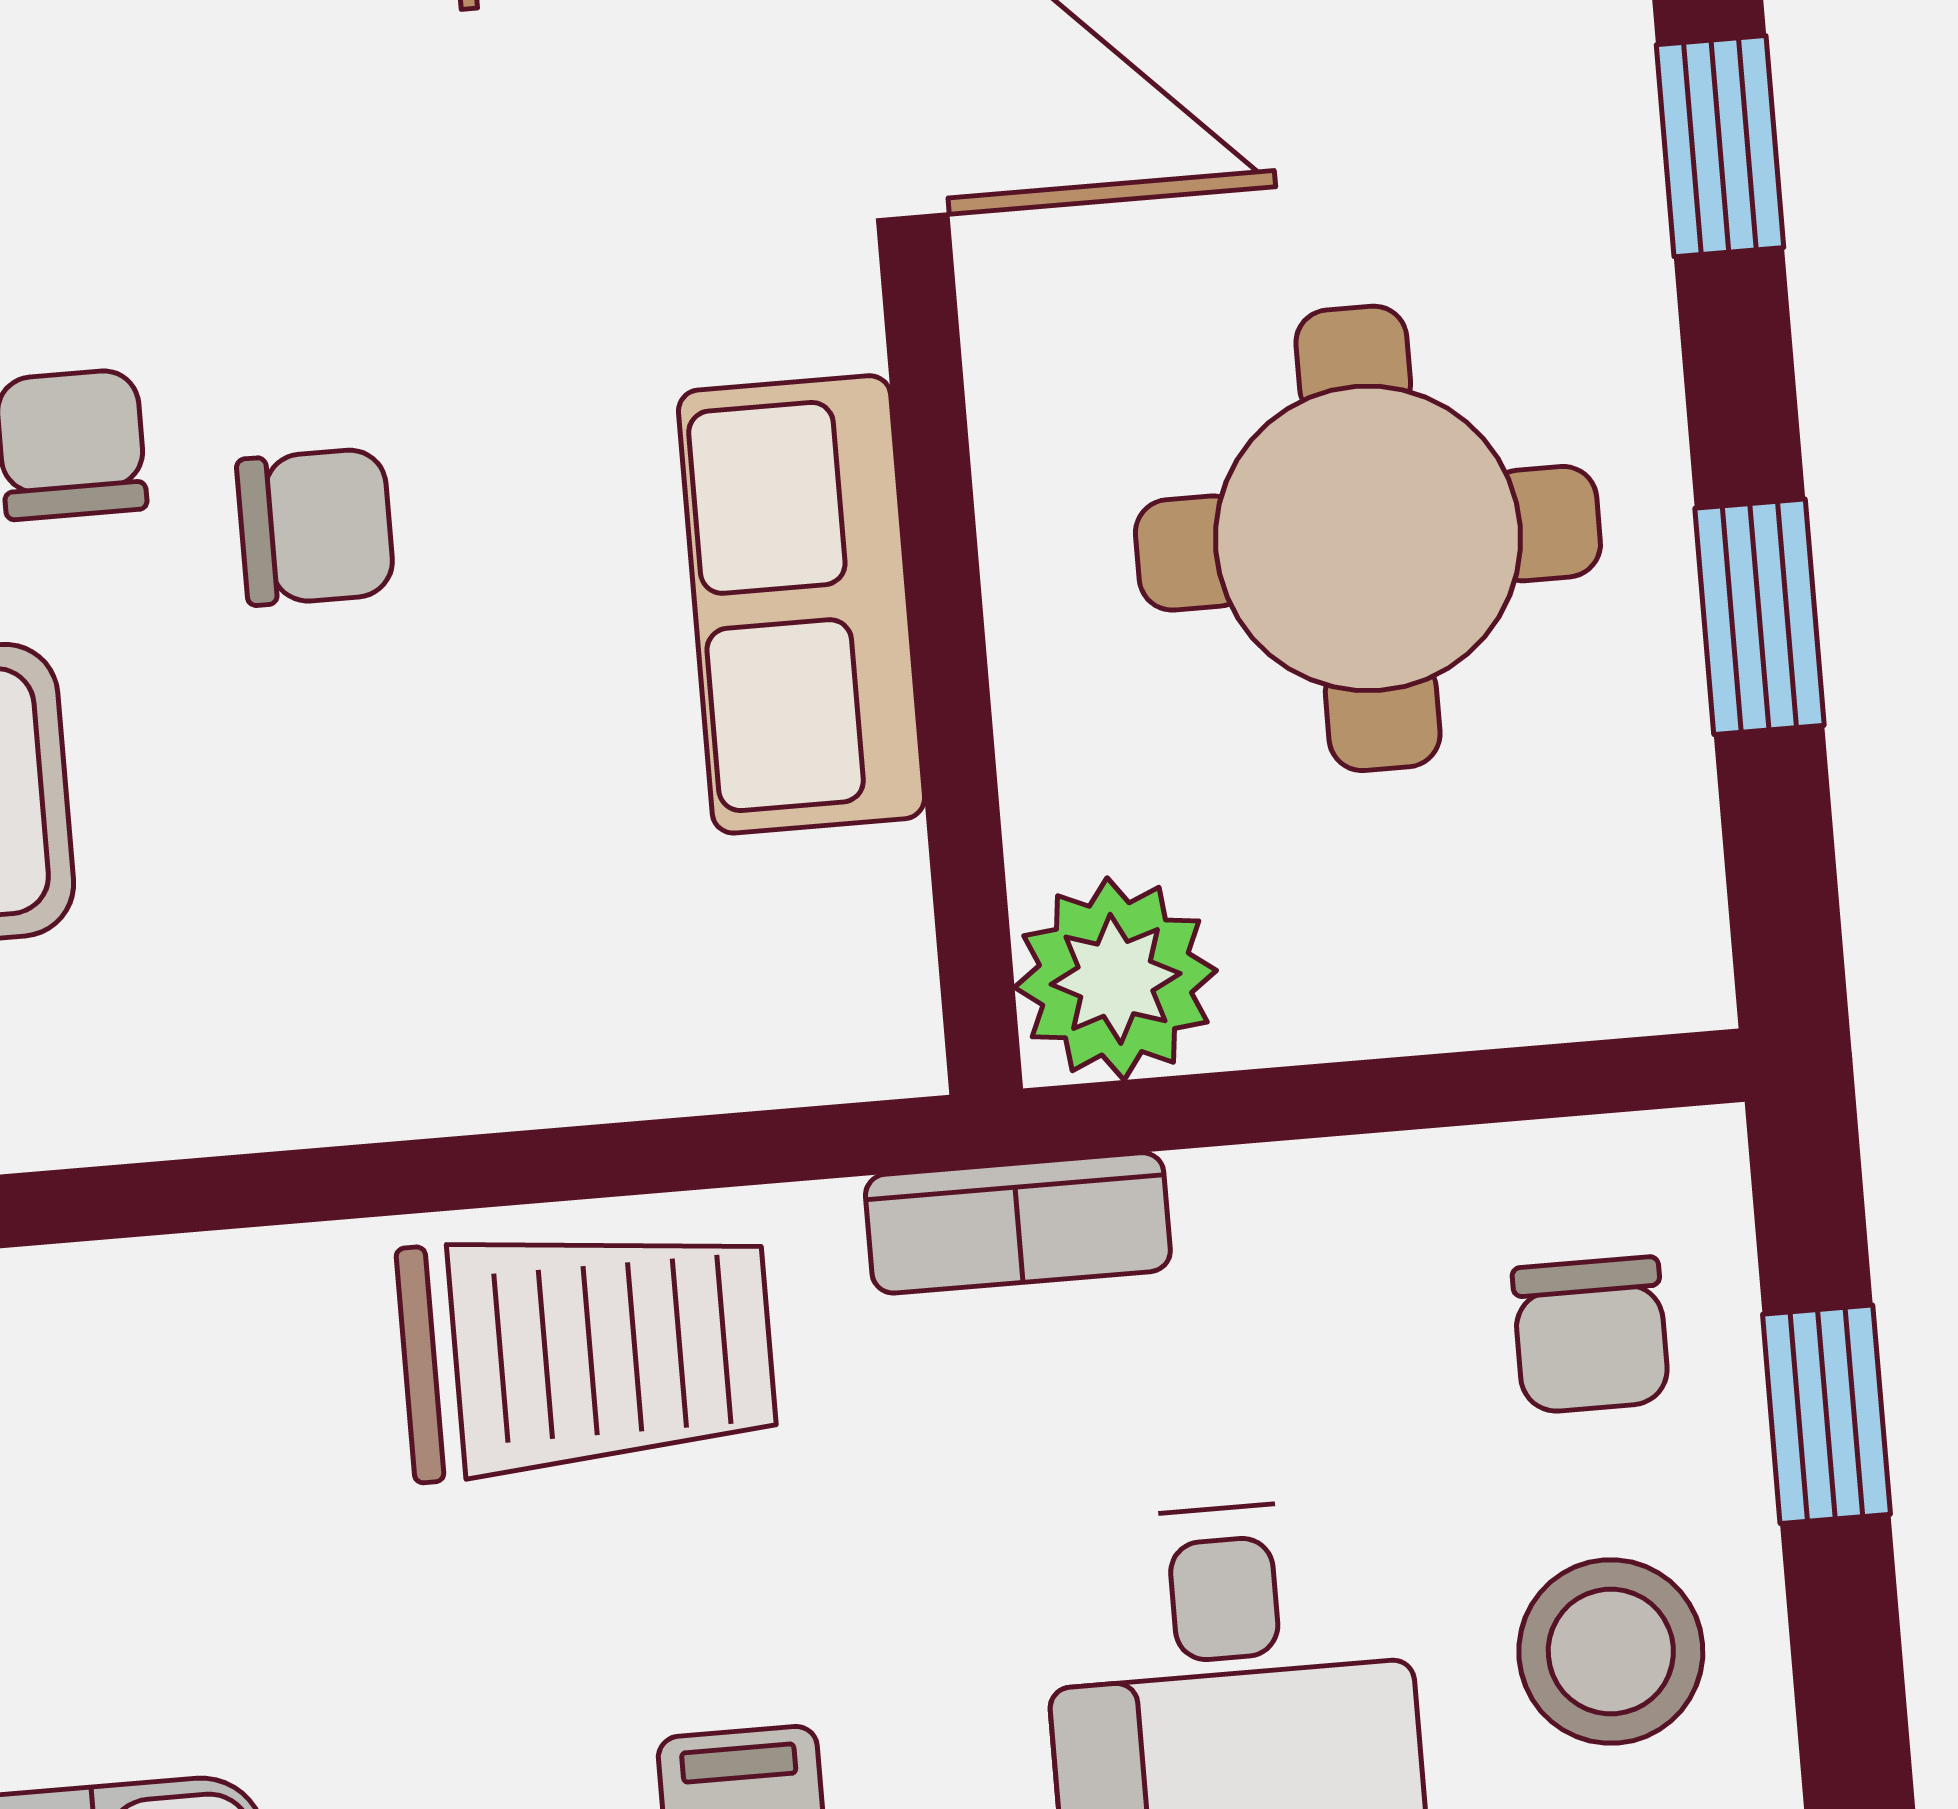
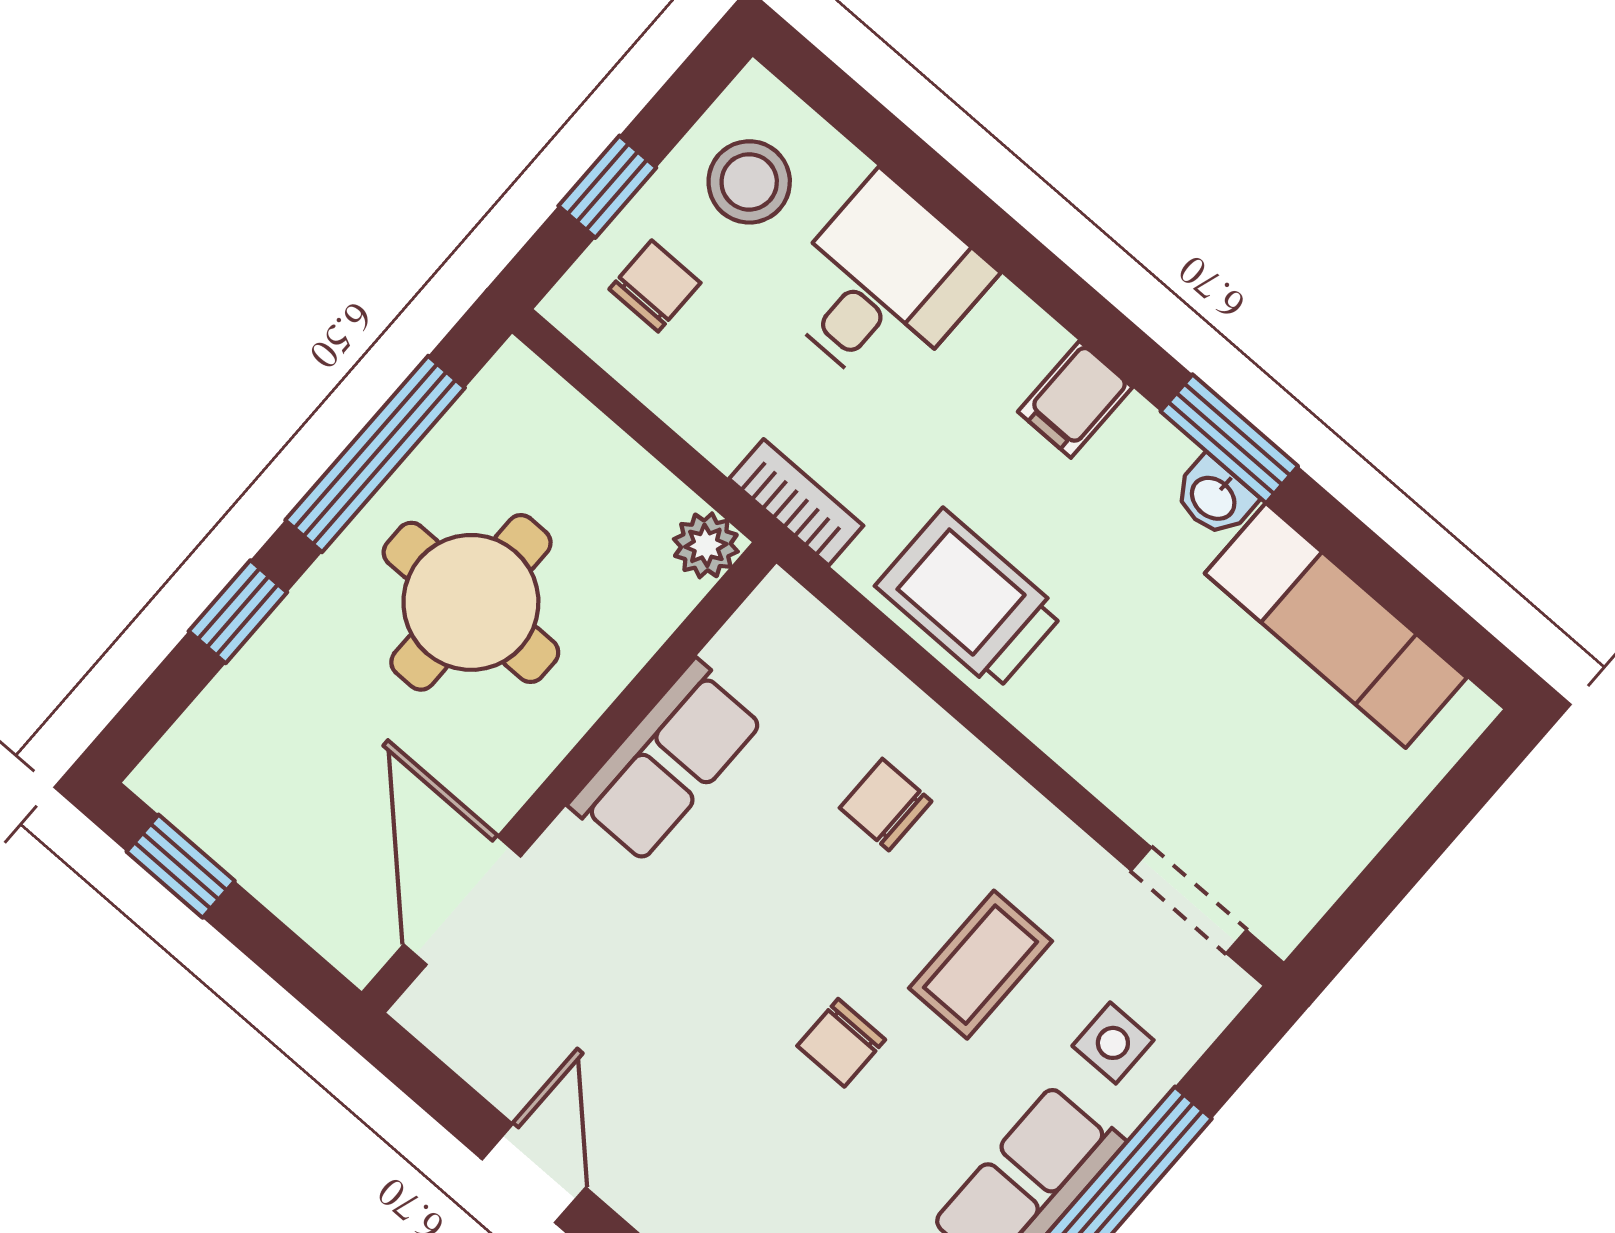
chair: (316, 527) -> (886, 805), moved
window: (1759, 617) -> (375, 454), width x2.17
plant: (1116, 979) -> (706, 545), width x0.73, depth x0.73

